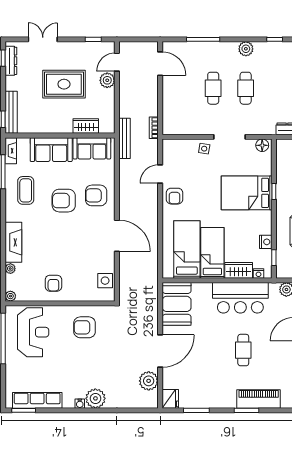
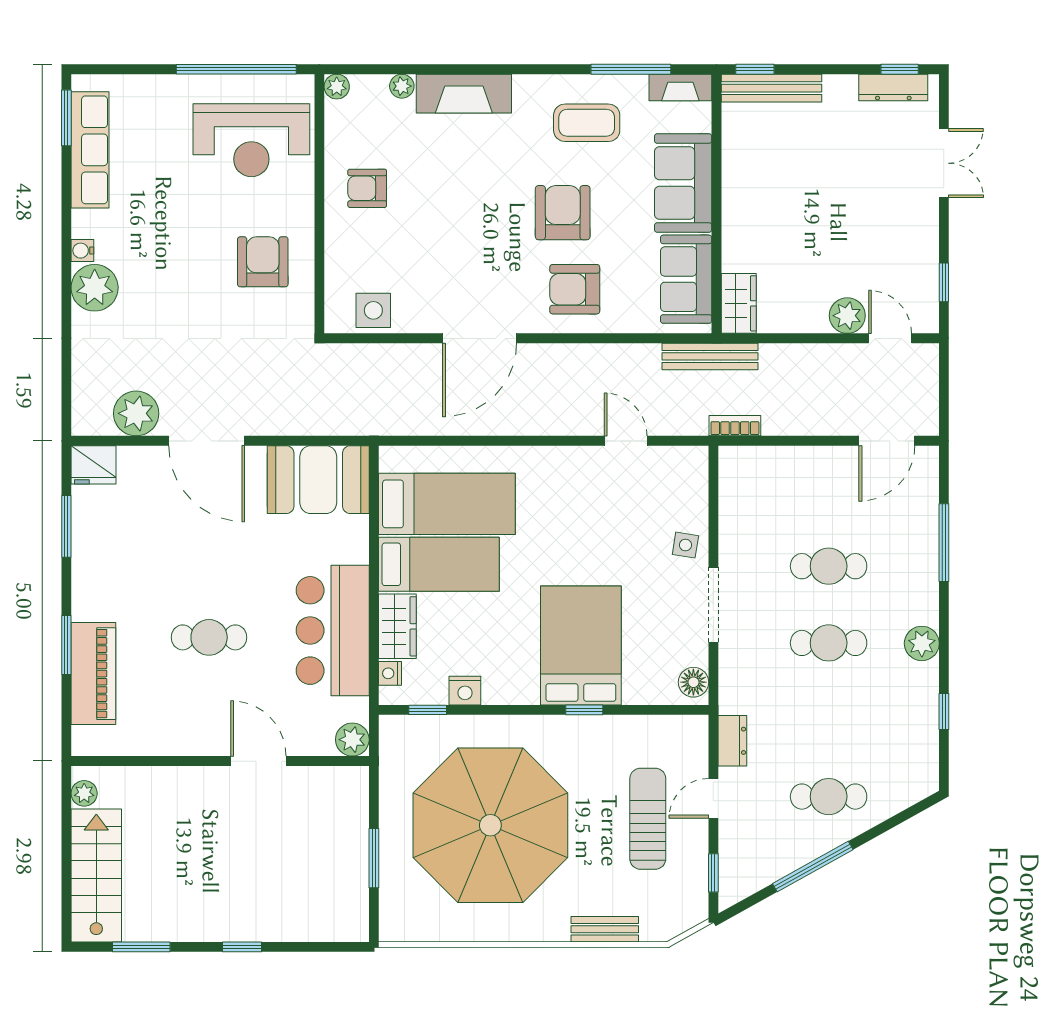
rug: (64, 84) -> (838, 213), removed
wardrobe: (86, 126) -> (739, 303), moved
armchair: (96, 195) -> (575, 289), turned -90
armchair: (174, 196) -> (573, 475), removed

